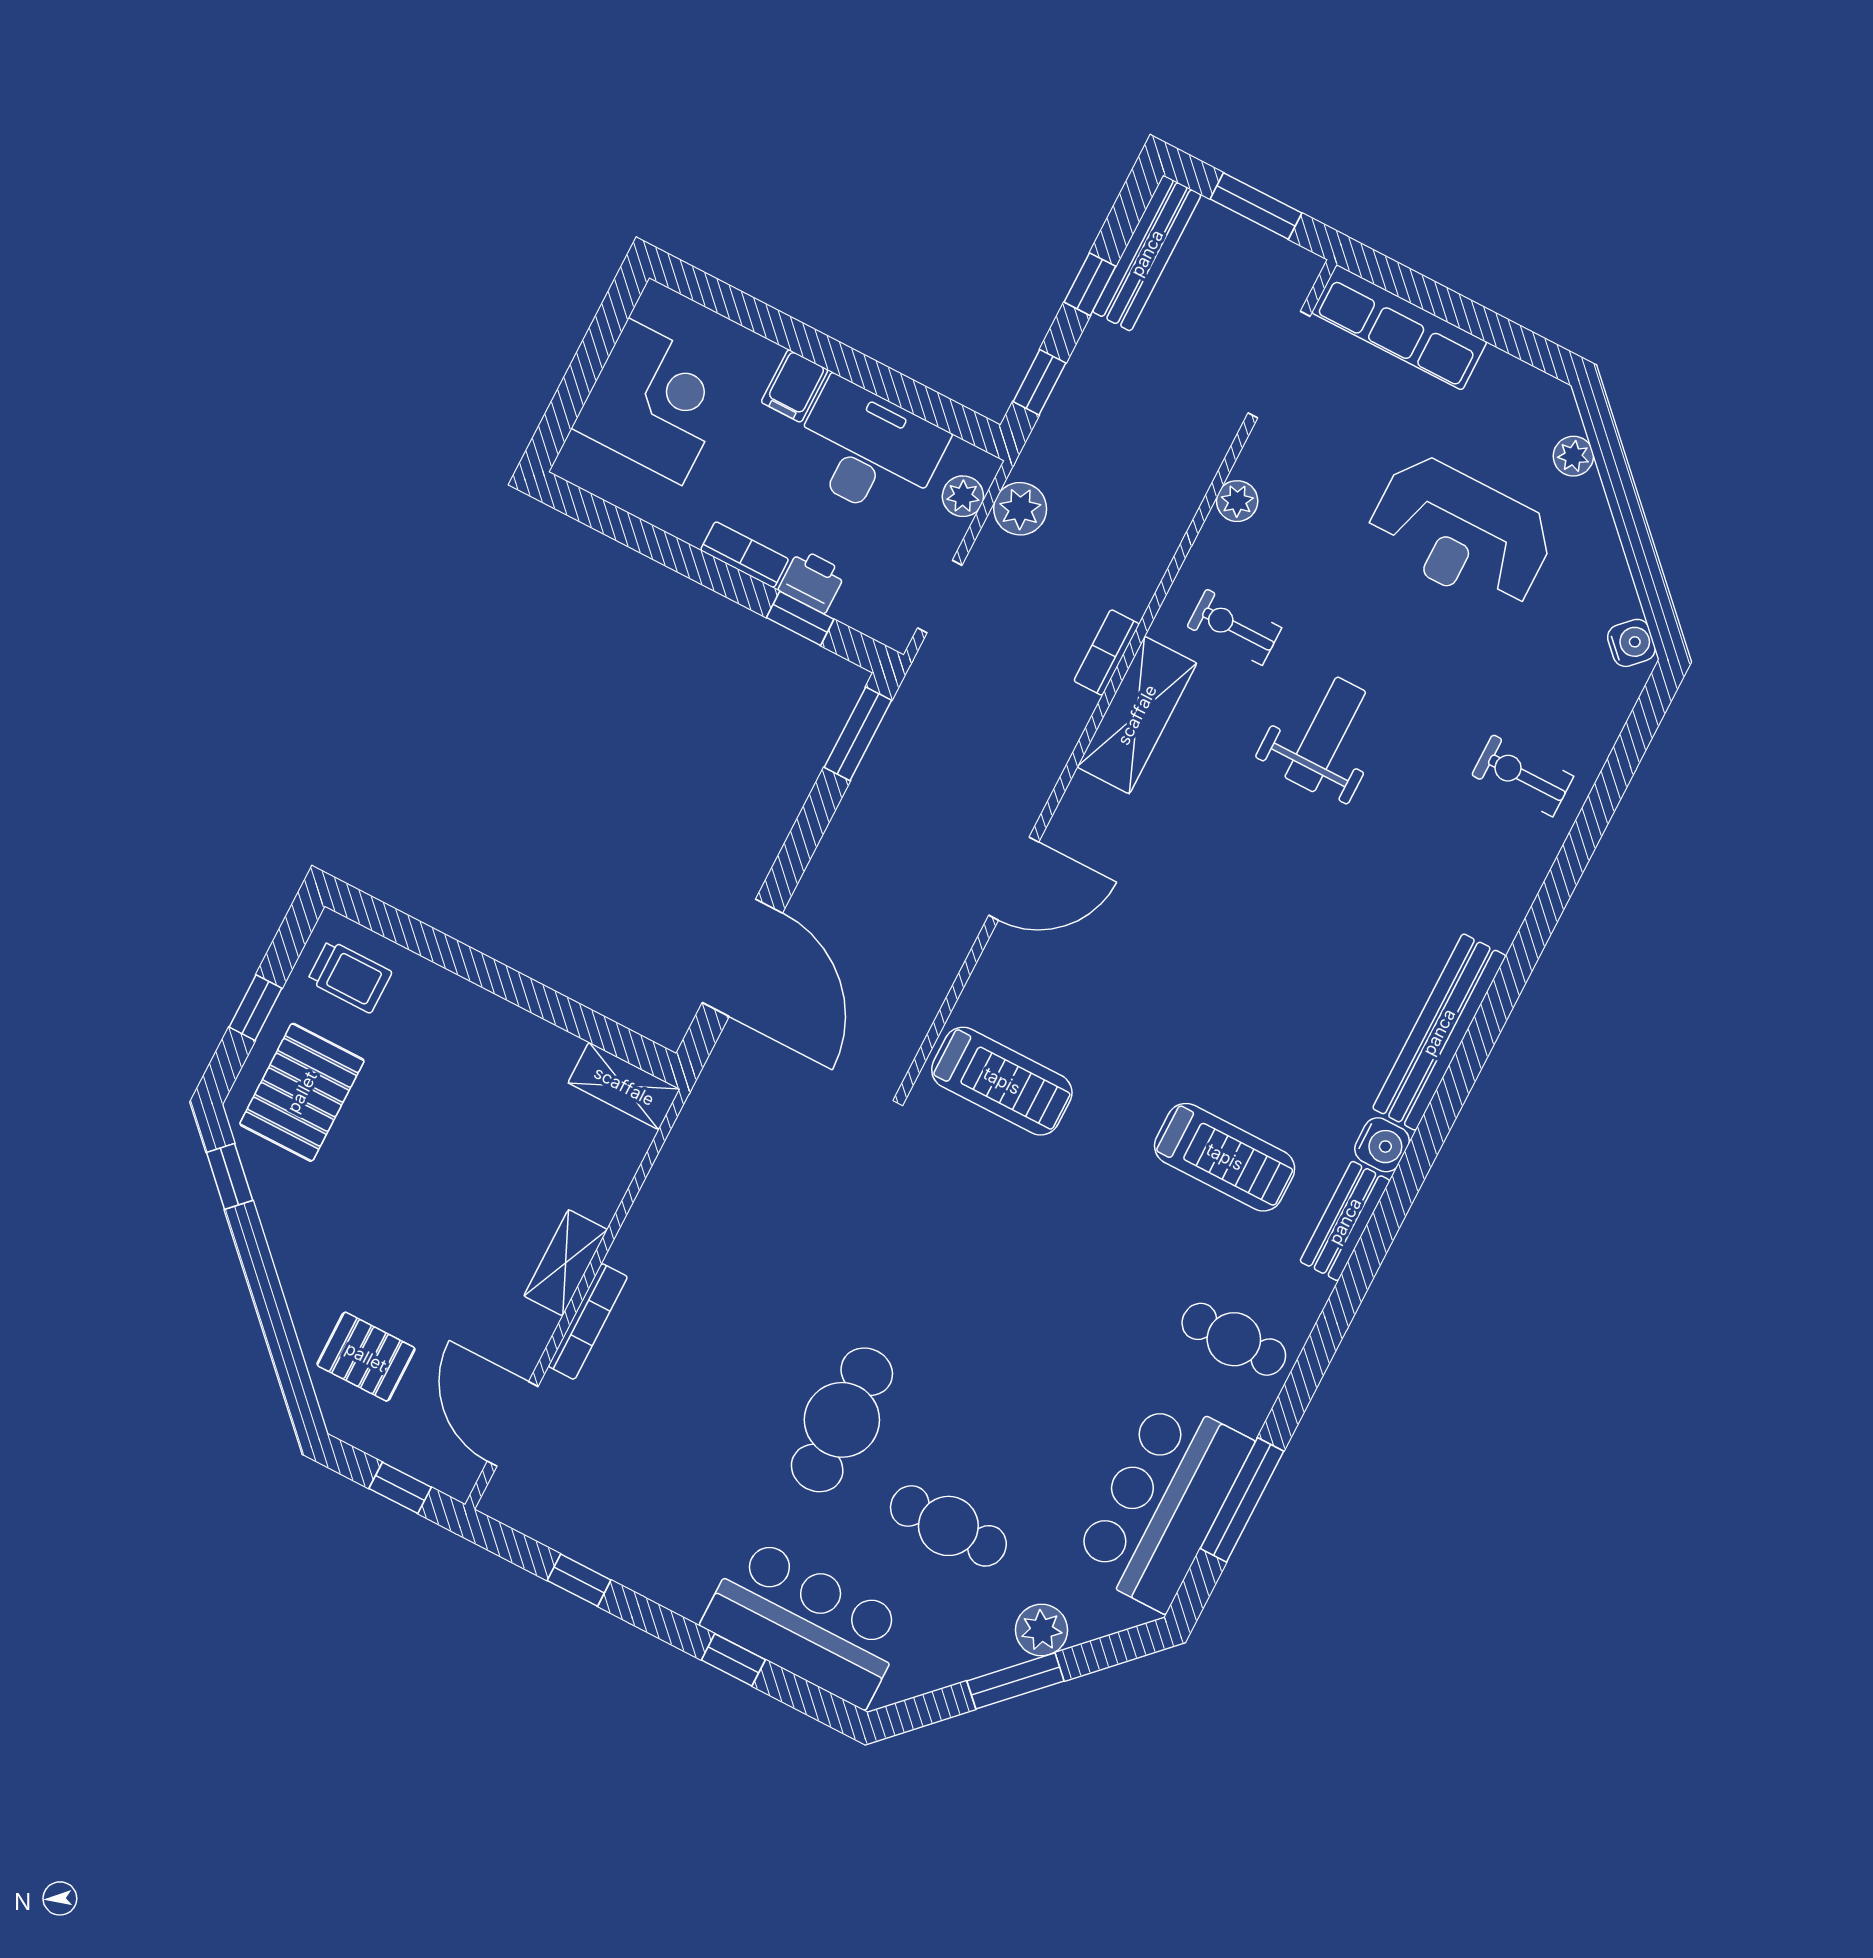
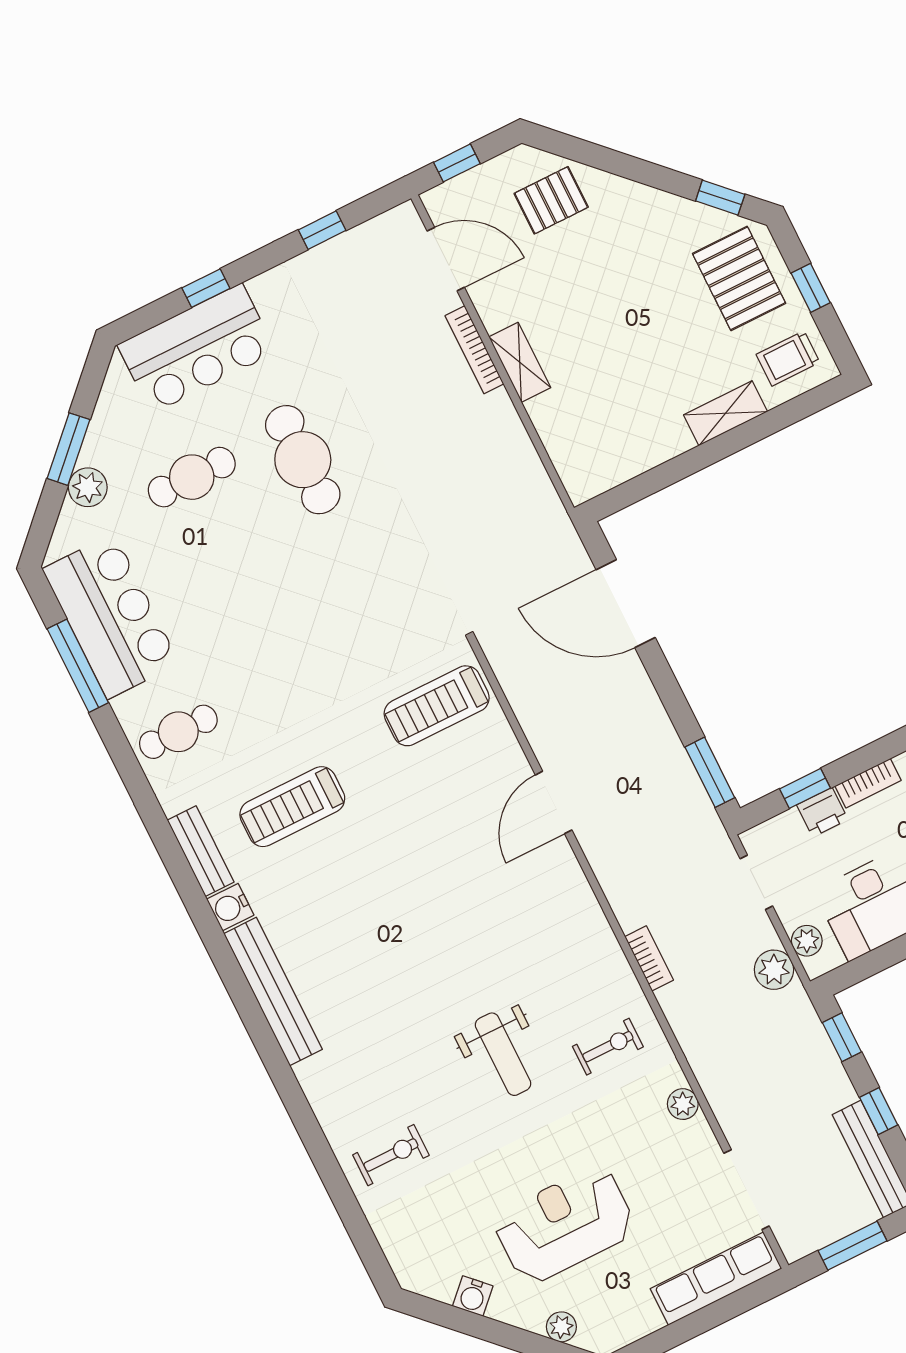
water cooler: (1631, 643) -> (473, 1296), moved
shelving: (1137, 715) -> (598, 949), removed
shelving: (624, 1086) -> (726, 413), moved

